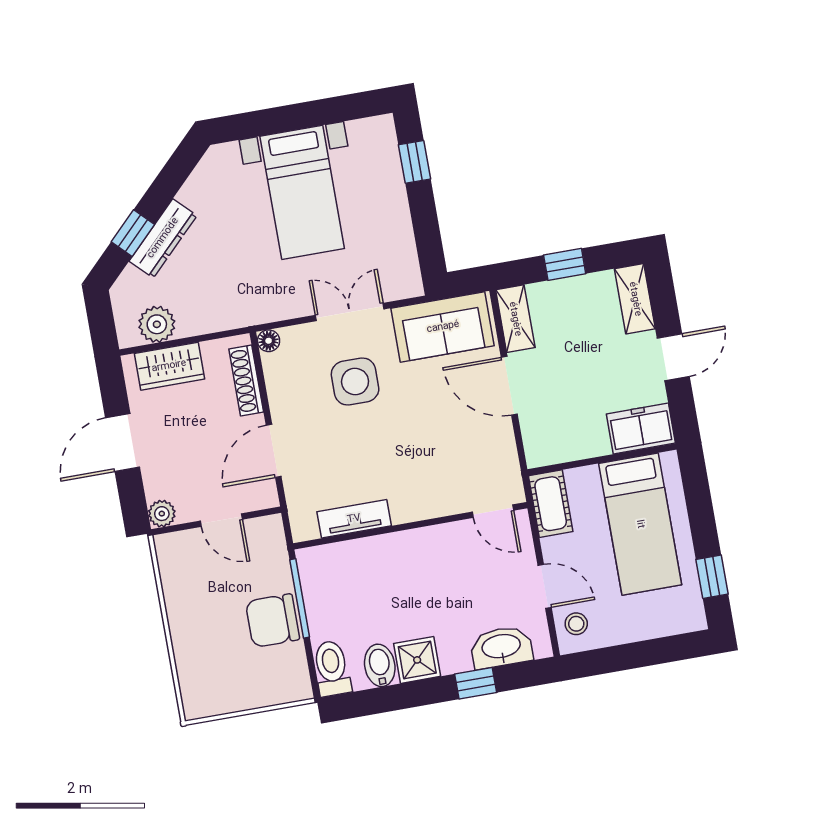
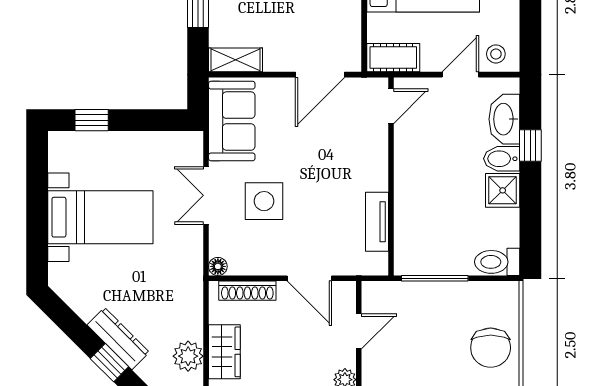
door: (509, 386) -> (320, 75), moved
chair: (272, 621) -> (491, 348), moved
bidet: (380, 665) -> (502, 159), moved

